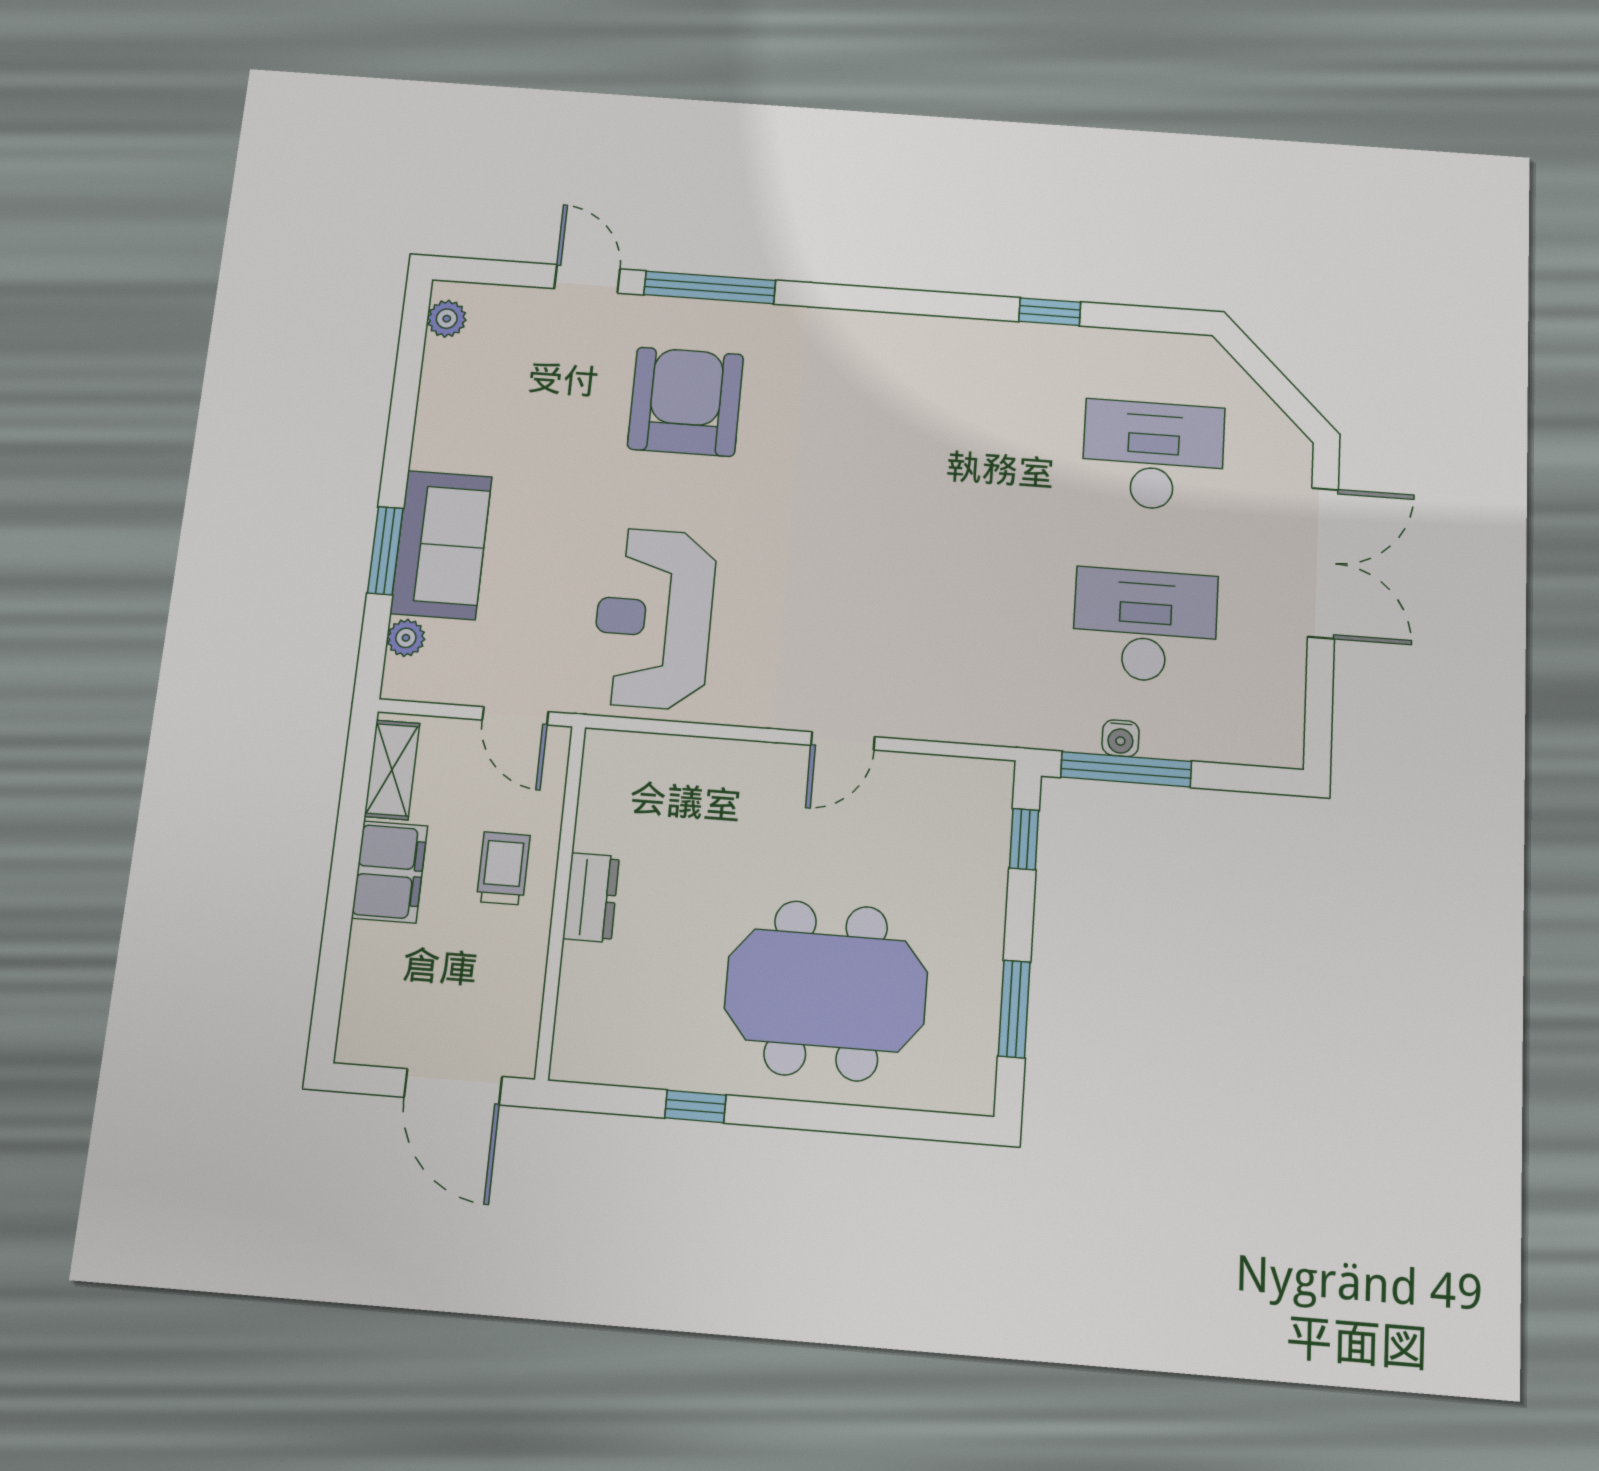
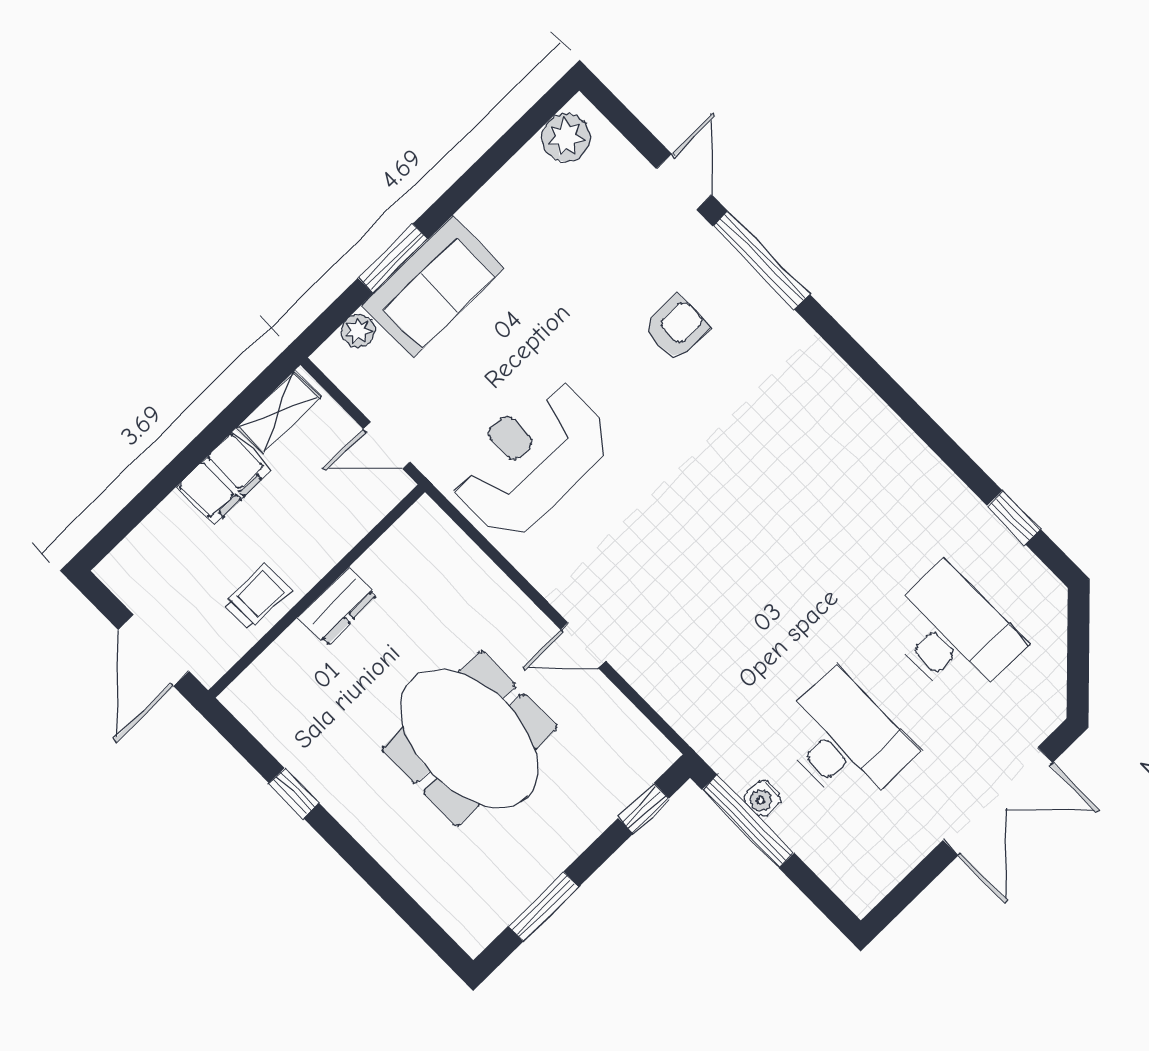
window: (1050, 312) -> (1014, 517), moved
plant: (447, 319) -> (566, 138), width x1.38, depth x1.38
armchair: (686, 402) -> (677, 327), width x0.53, depth x0.53
door: (515, 716) -> (387, 445), hinge flipped
trolley: (503, 868) -> (257, 597), moved
meeting table: (826, 990) -> (469, 738), moved

